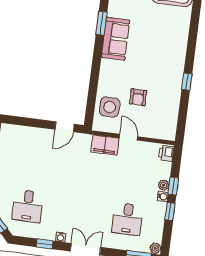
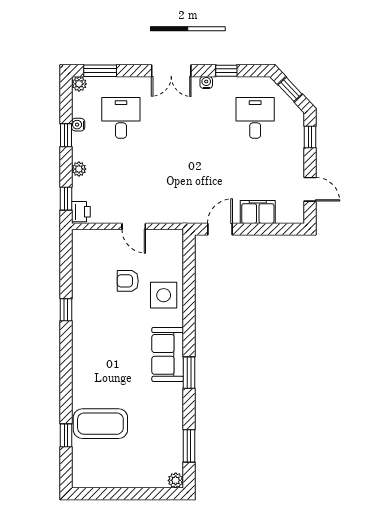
armchair: (138, 97) -> (128, 281), turned -90
side table: (110, 107) -> (164, 295), moved
filing cabinet: (105, 145) -> (258, 212), moved
window: (173, 186) -> (66, 199), moved
water cooler: (163, 197) -> (78, 125), moved

